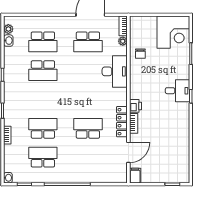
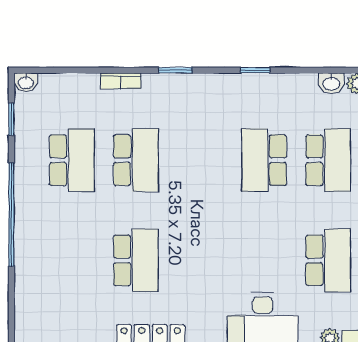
school desk: (43, 42) -> (328, 160), turned 180
school desk: (88, 42) -> (328, 260), turned 180

